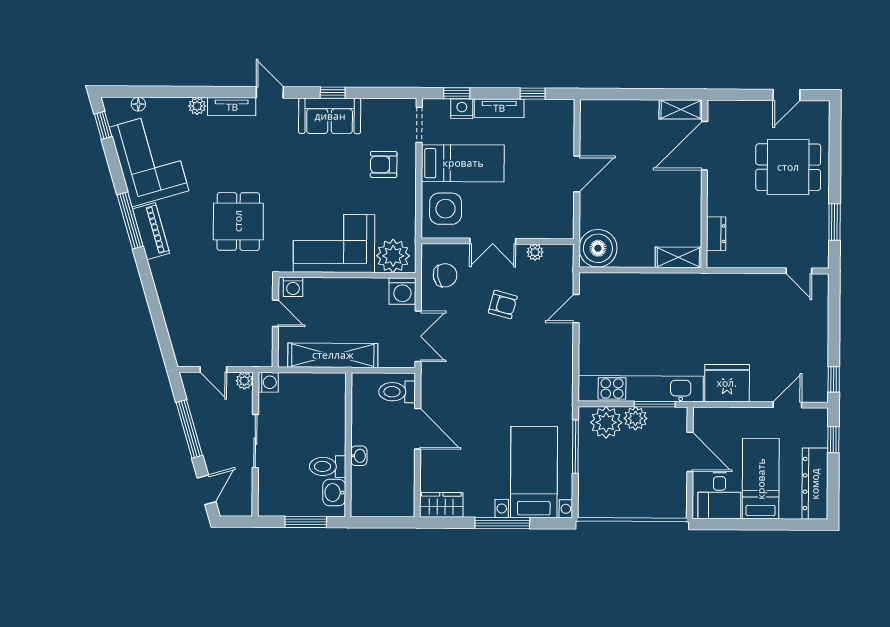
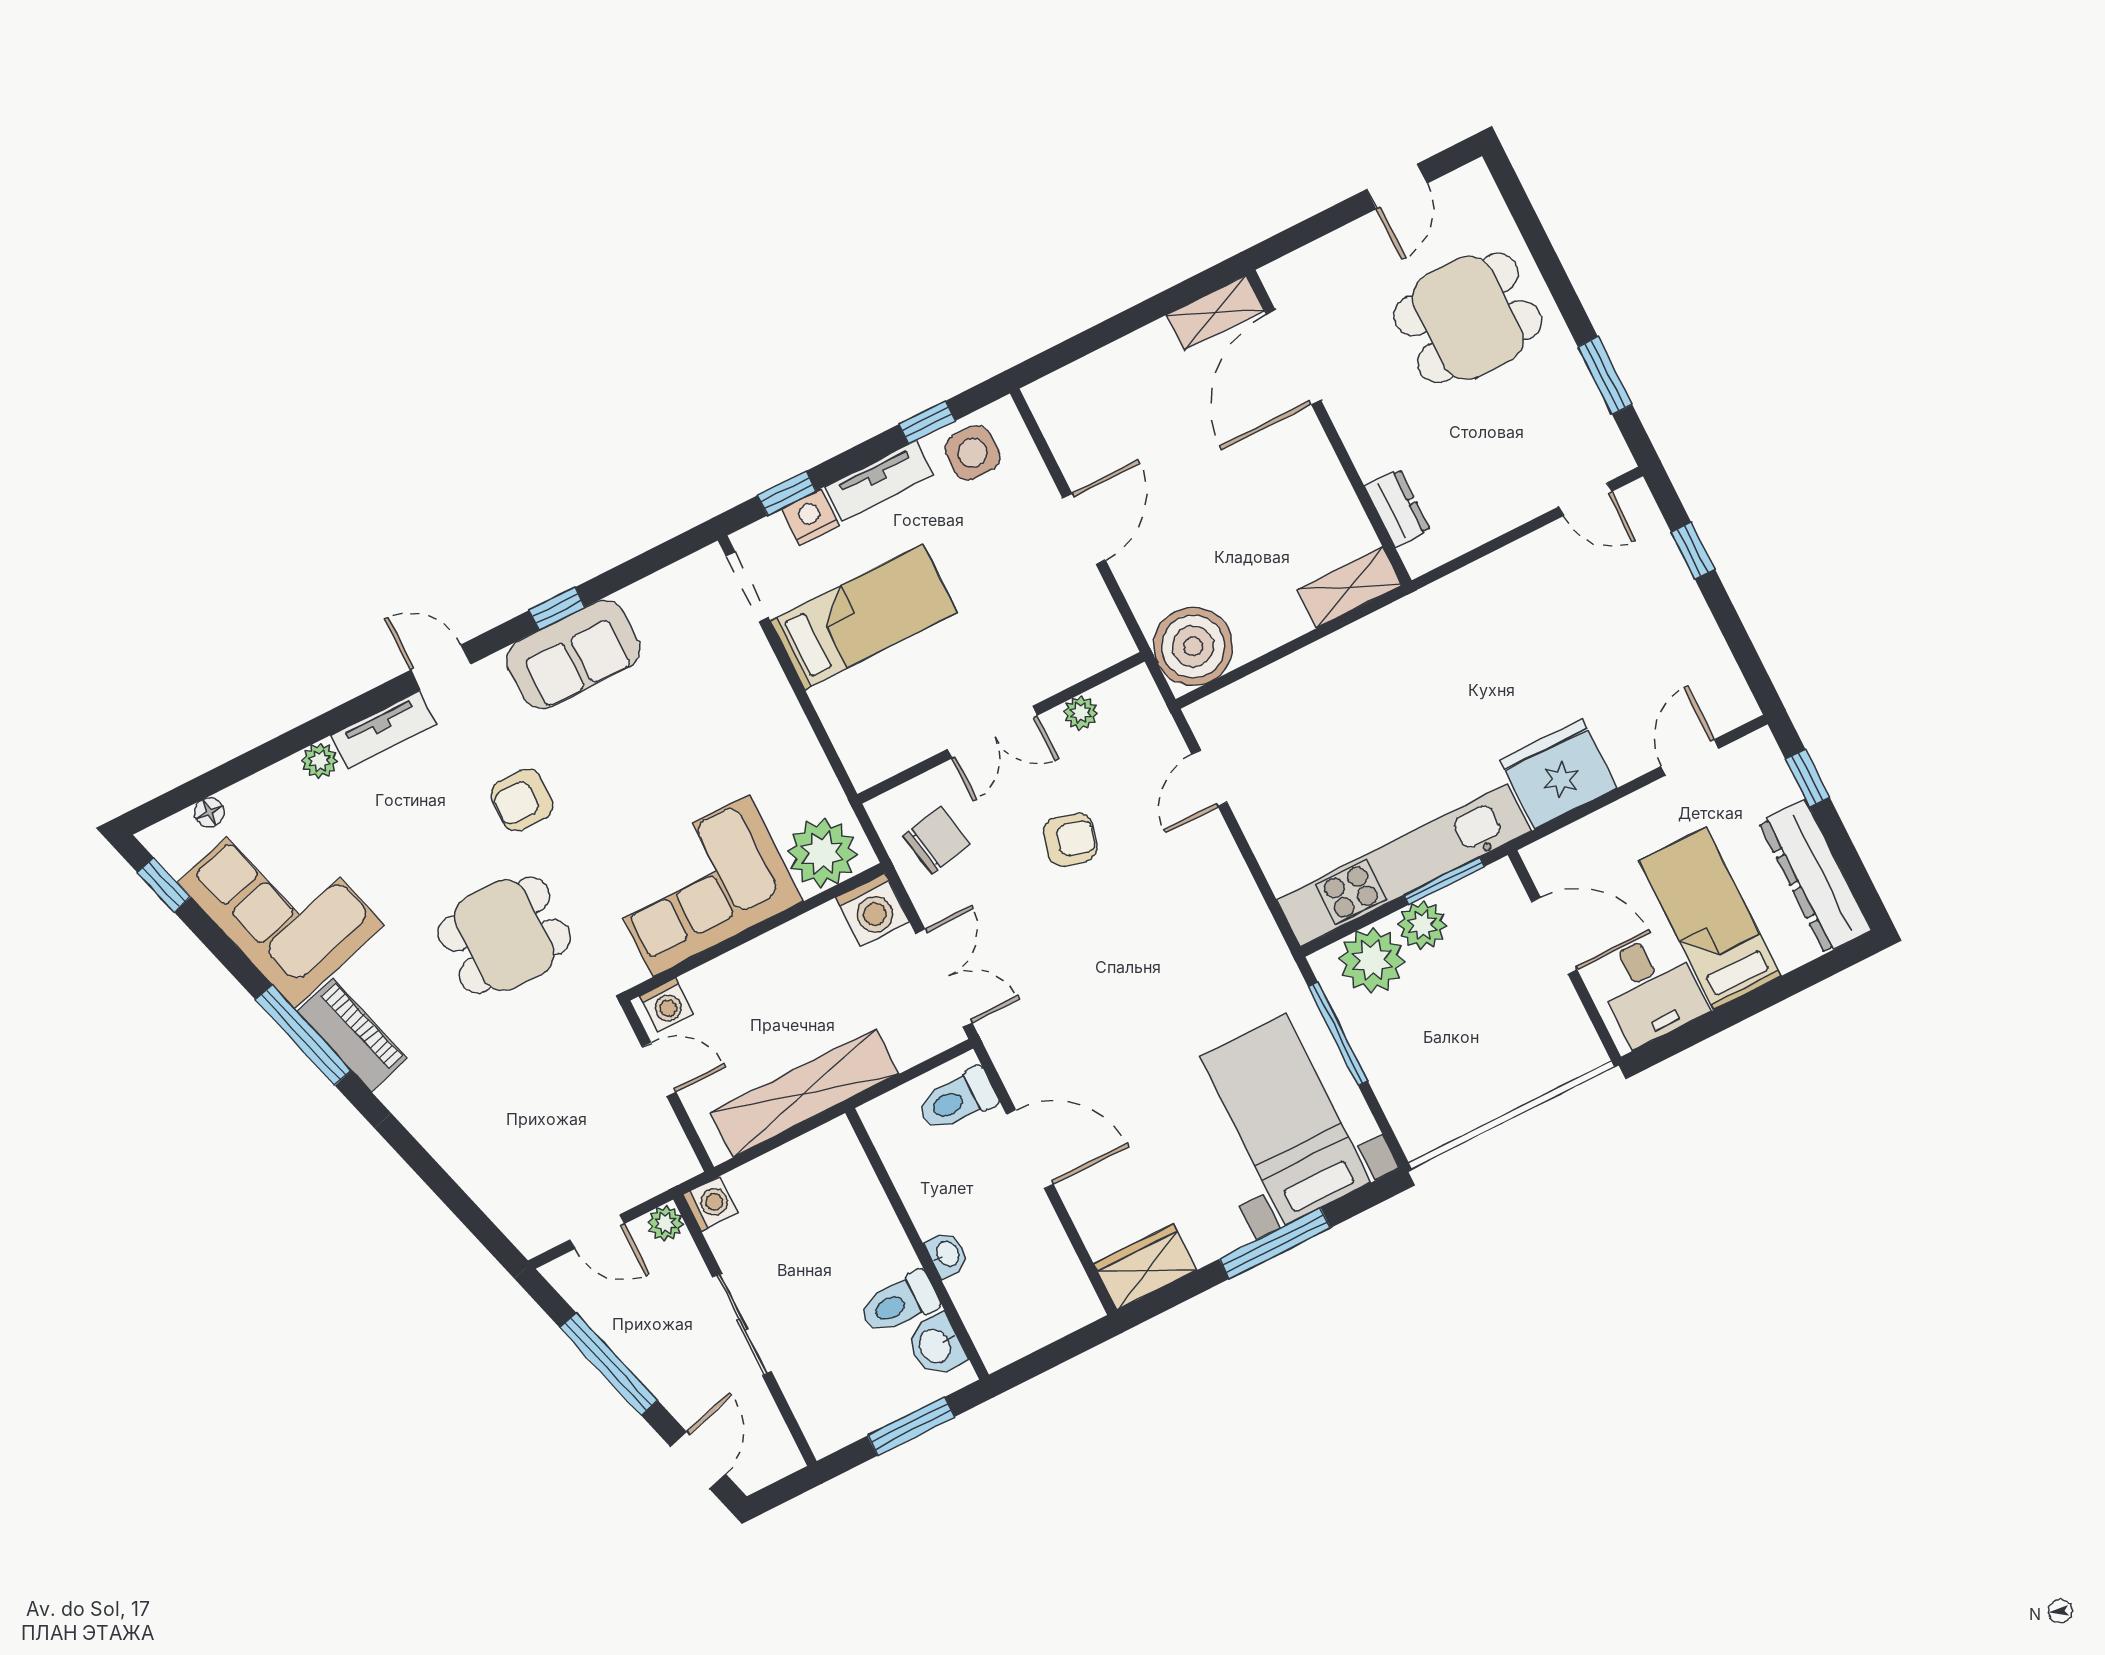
armchair: (384, 164) -> (522, 800), moved
side table: (446, 209) -> (973, 453), moved, width x0.73, depth x0.73
dining table: (238, 221) -> (504, 935), turned 90
window: (834, 379) -> (1693, 551), moved

